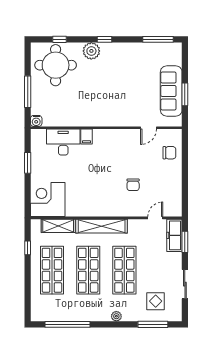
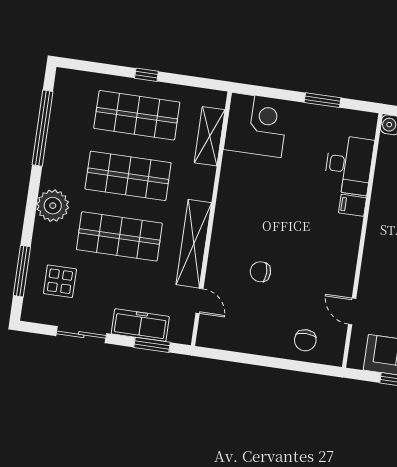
shelving: (102, 226) -> (194, 244), moved
freezer: (174, 235) -> (140, 325), moved
window: (28, 248) -> (146, 75), moved
plant: (116, 316) -> (53, 206), width x1.87, depth x1.87

